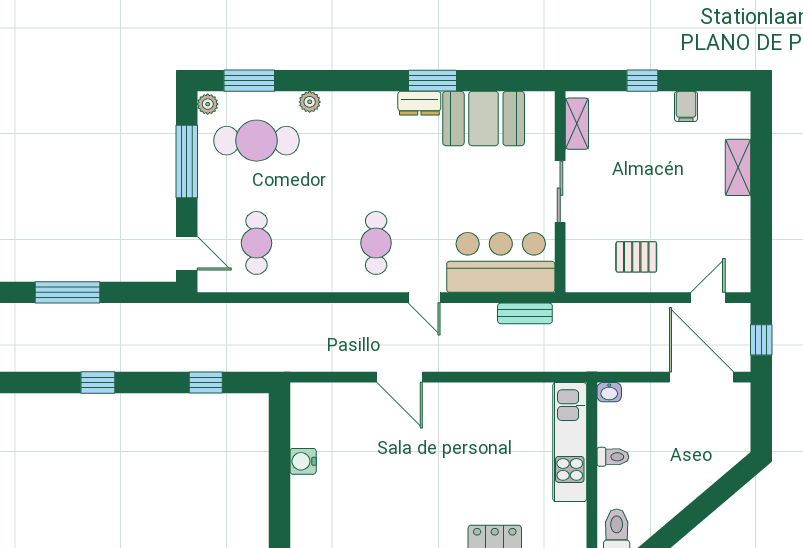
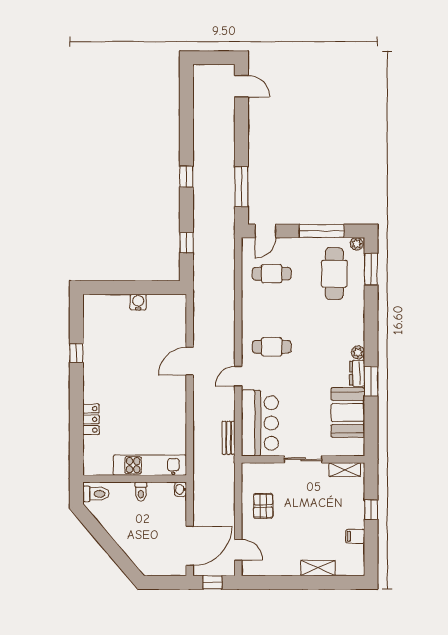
plant: (310, 102) -> (358, 352), moved
window: (68, 292) -> (241, 187), moved

